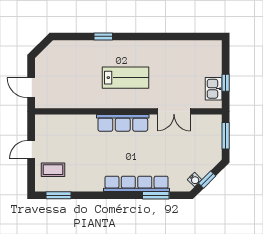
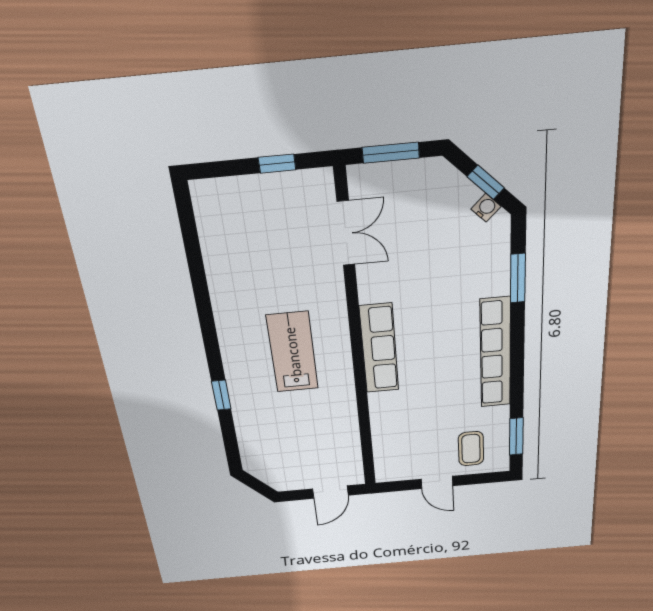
kitchen sink: (214, 89) -> (293, 187), removed
double door: (174, 111) -> (346, 233), moved
row of seats: (137, 184) -> (495, 353), moved

